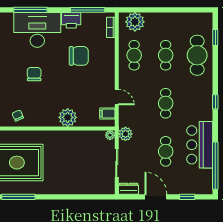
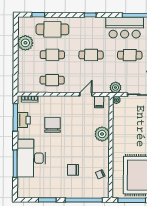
printer: (71, 20) -> (24, 120), moved
plant: (135, 22) -> (25, 43), moved
chair: (34, 74) -> (73, 170), moved

